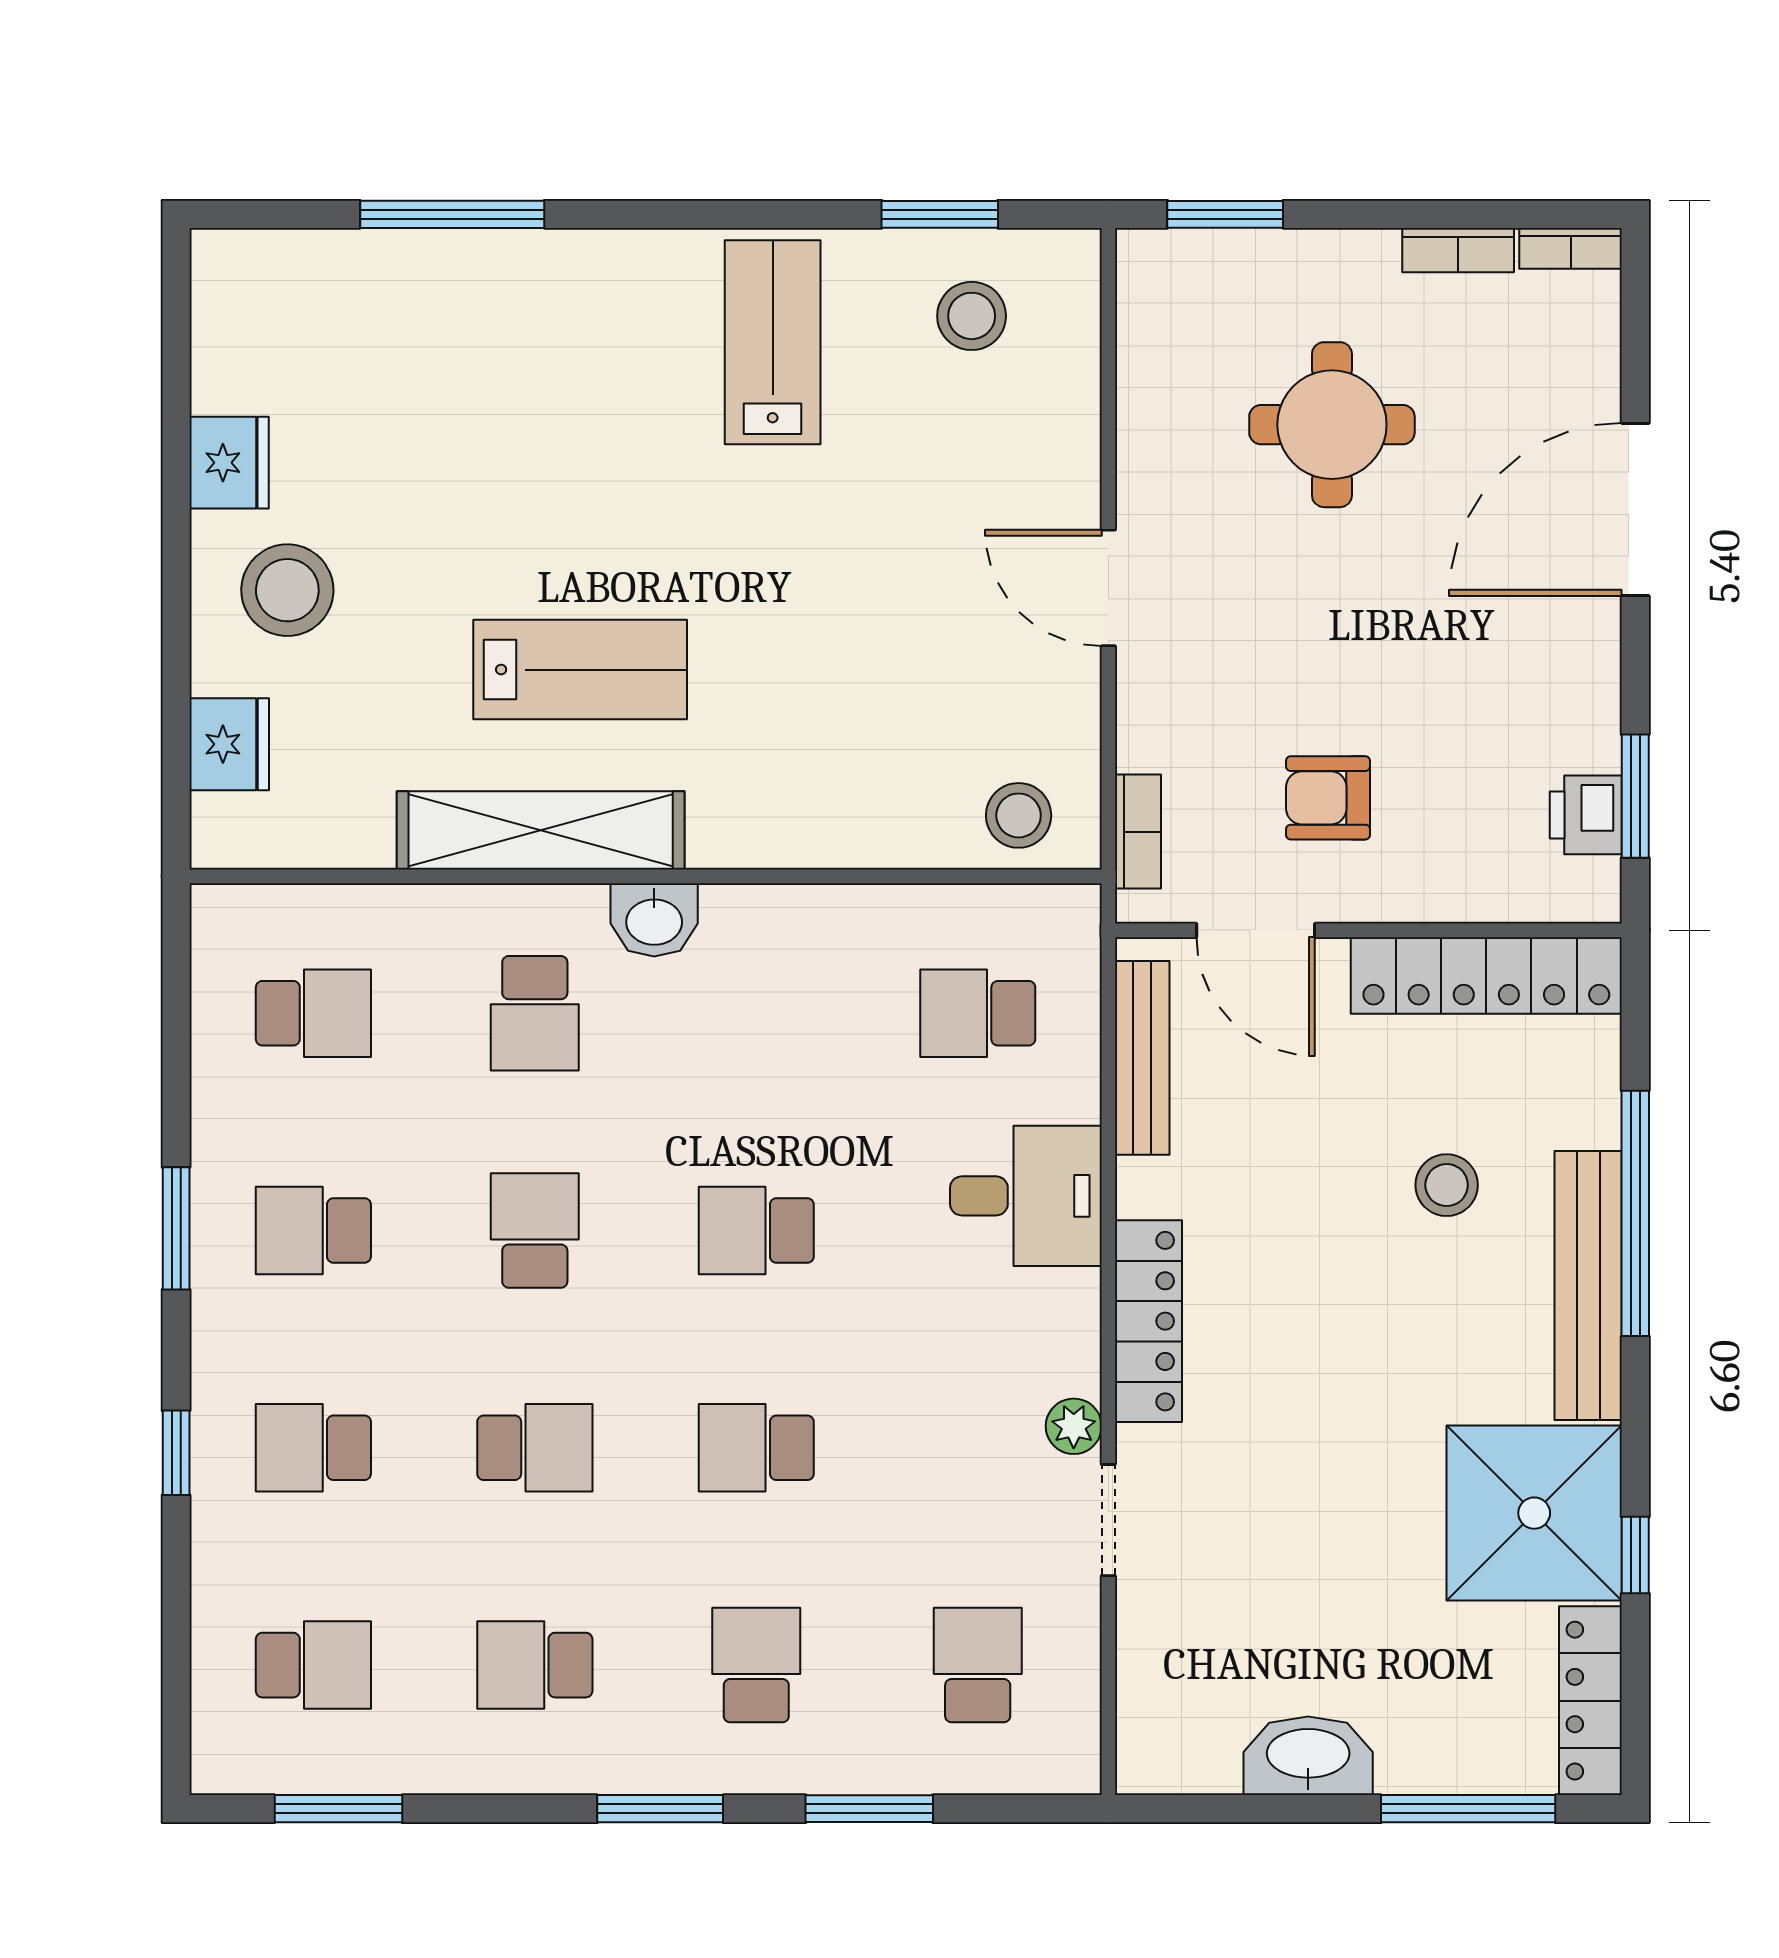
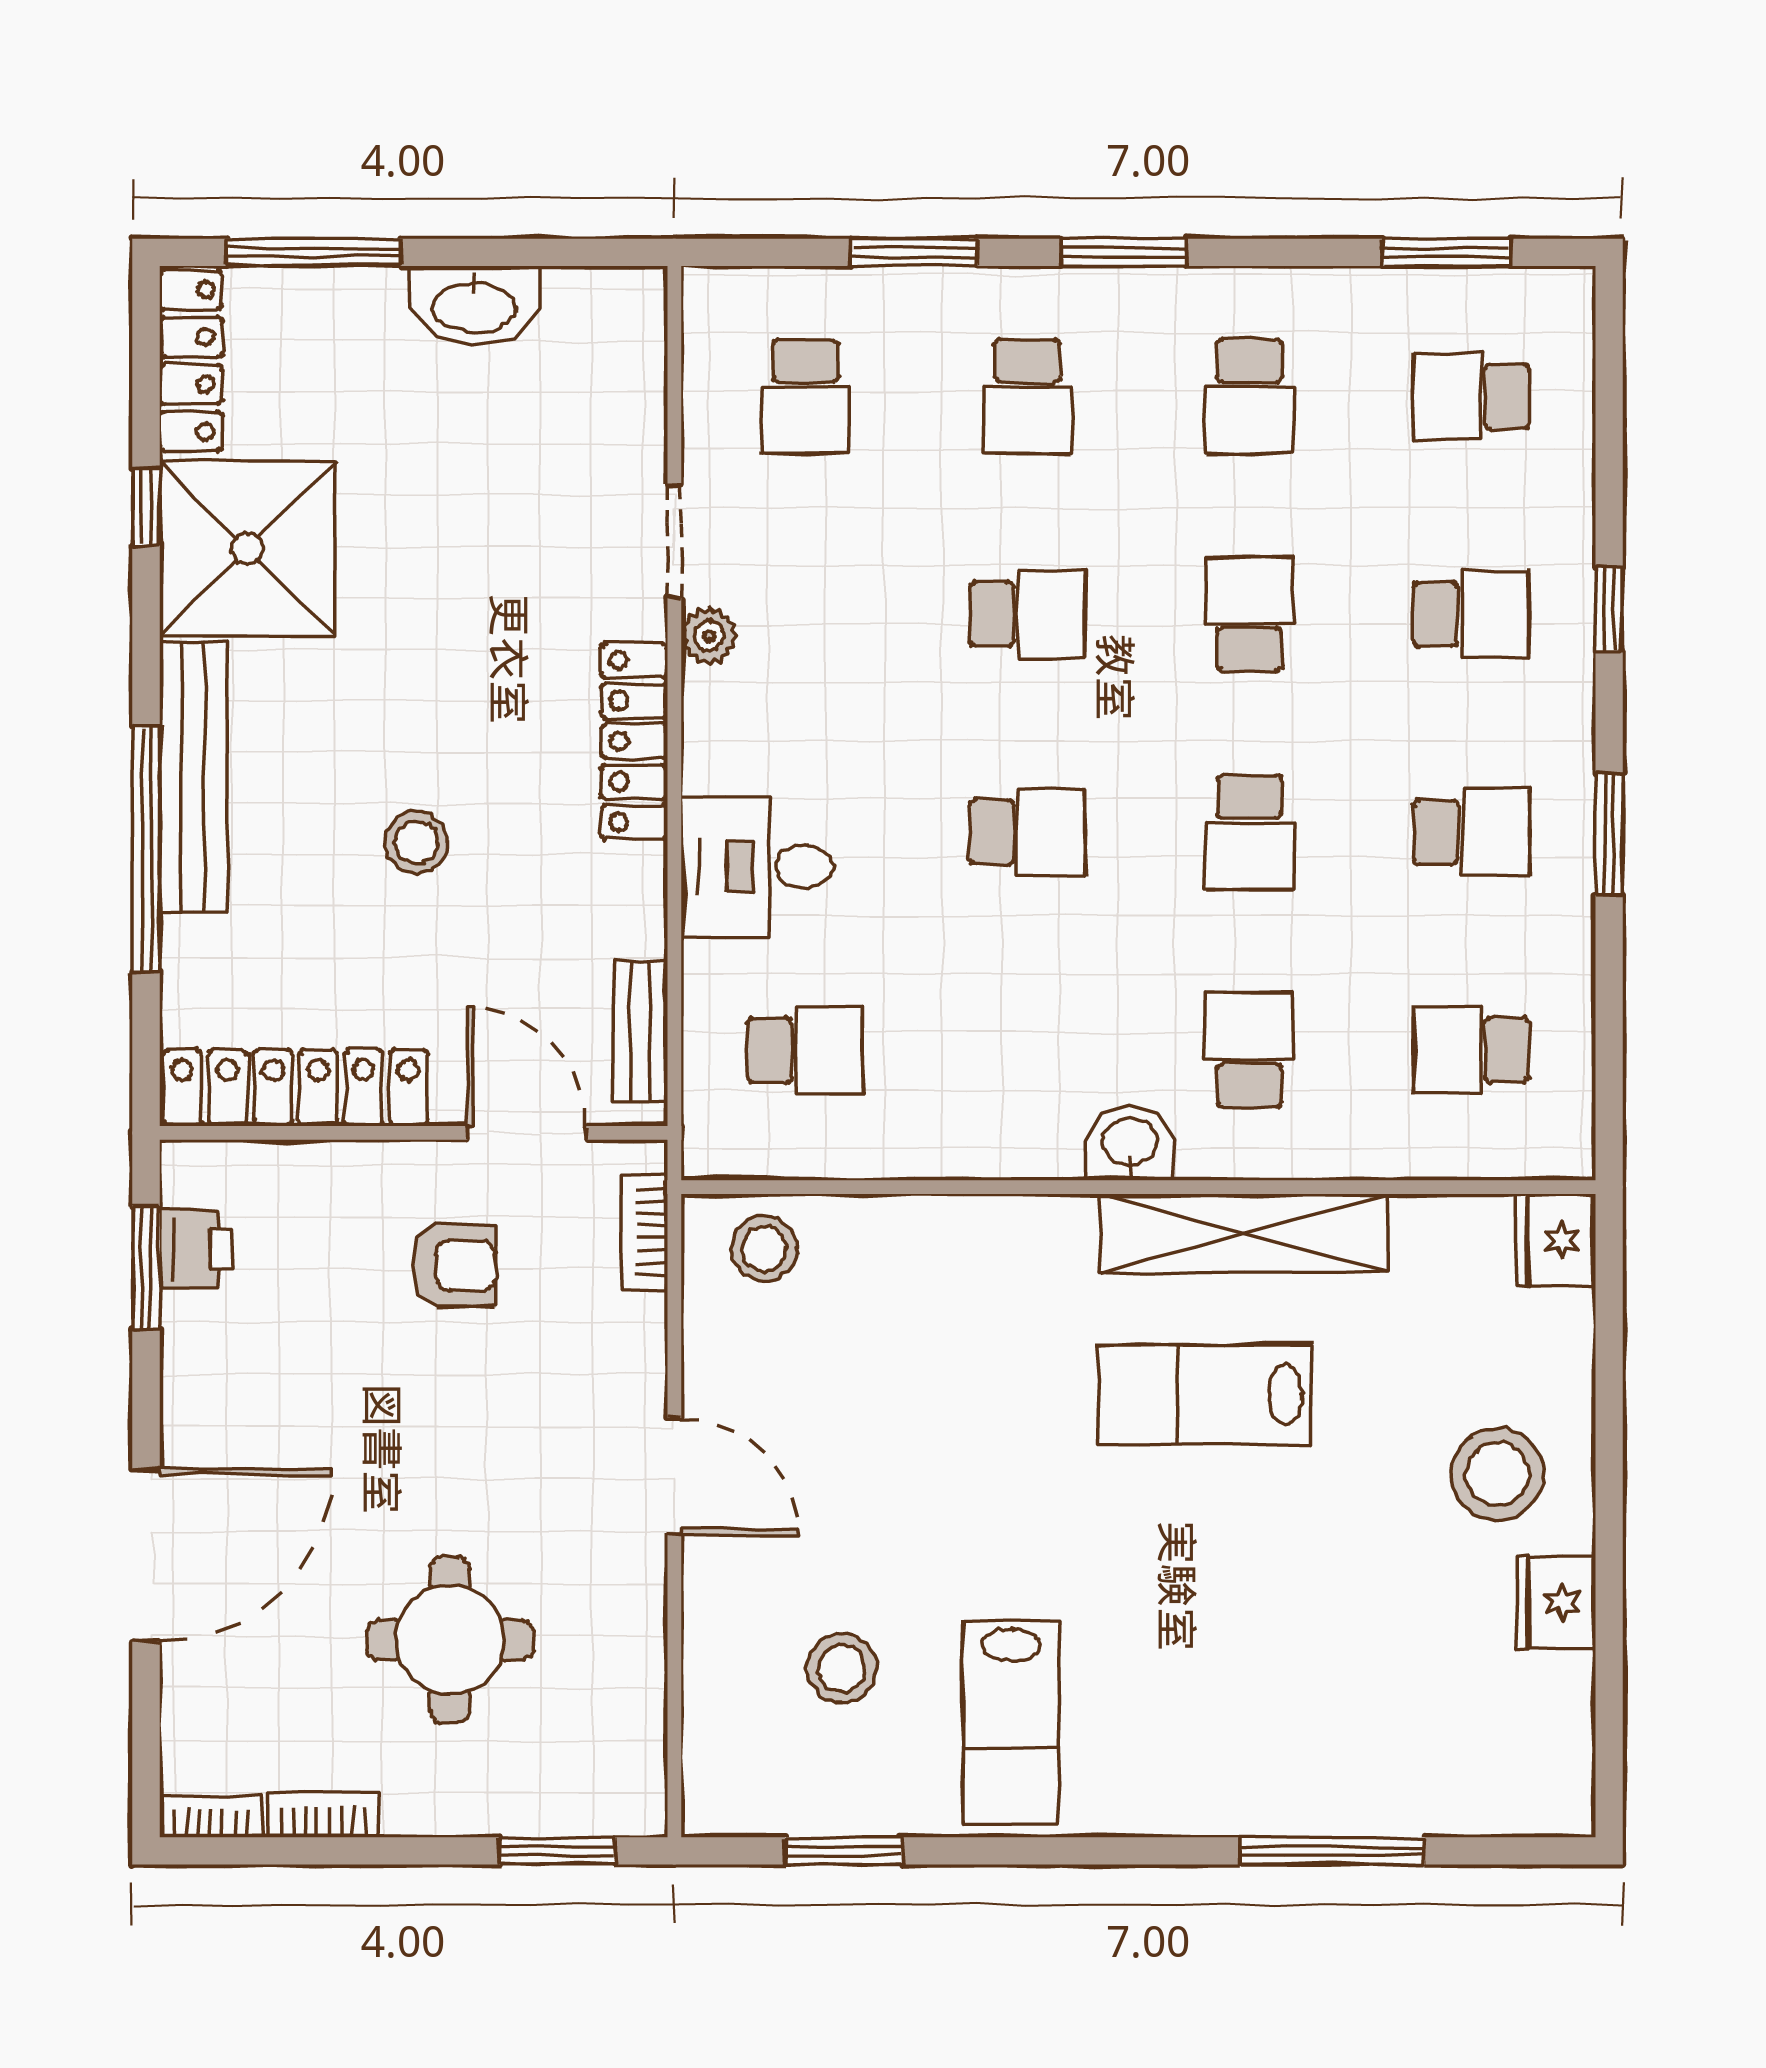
stool: (972, 316) -> (842, 1668), moved
fridge: (229, 744) -> (1556, 1240), moved
bench: (1142, 1058) -> (640, 1031), width x0.73
stool: (1447, 1185) -> (416, 842), moved
school desk: (535, 1448) -> (1249, 614), turned 90
school desk: (535, 1665) -> (1249, 396), turned 90

